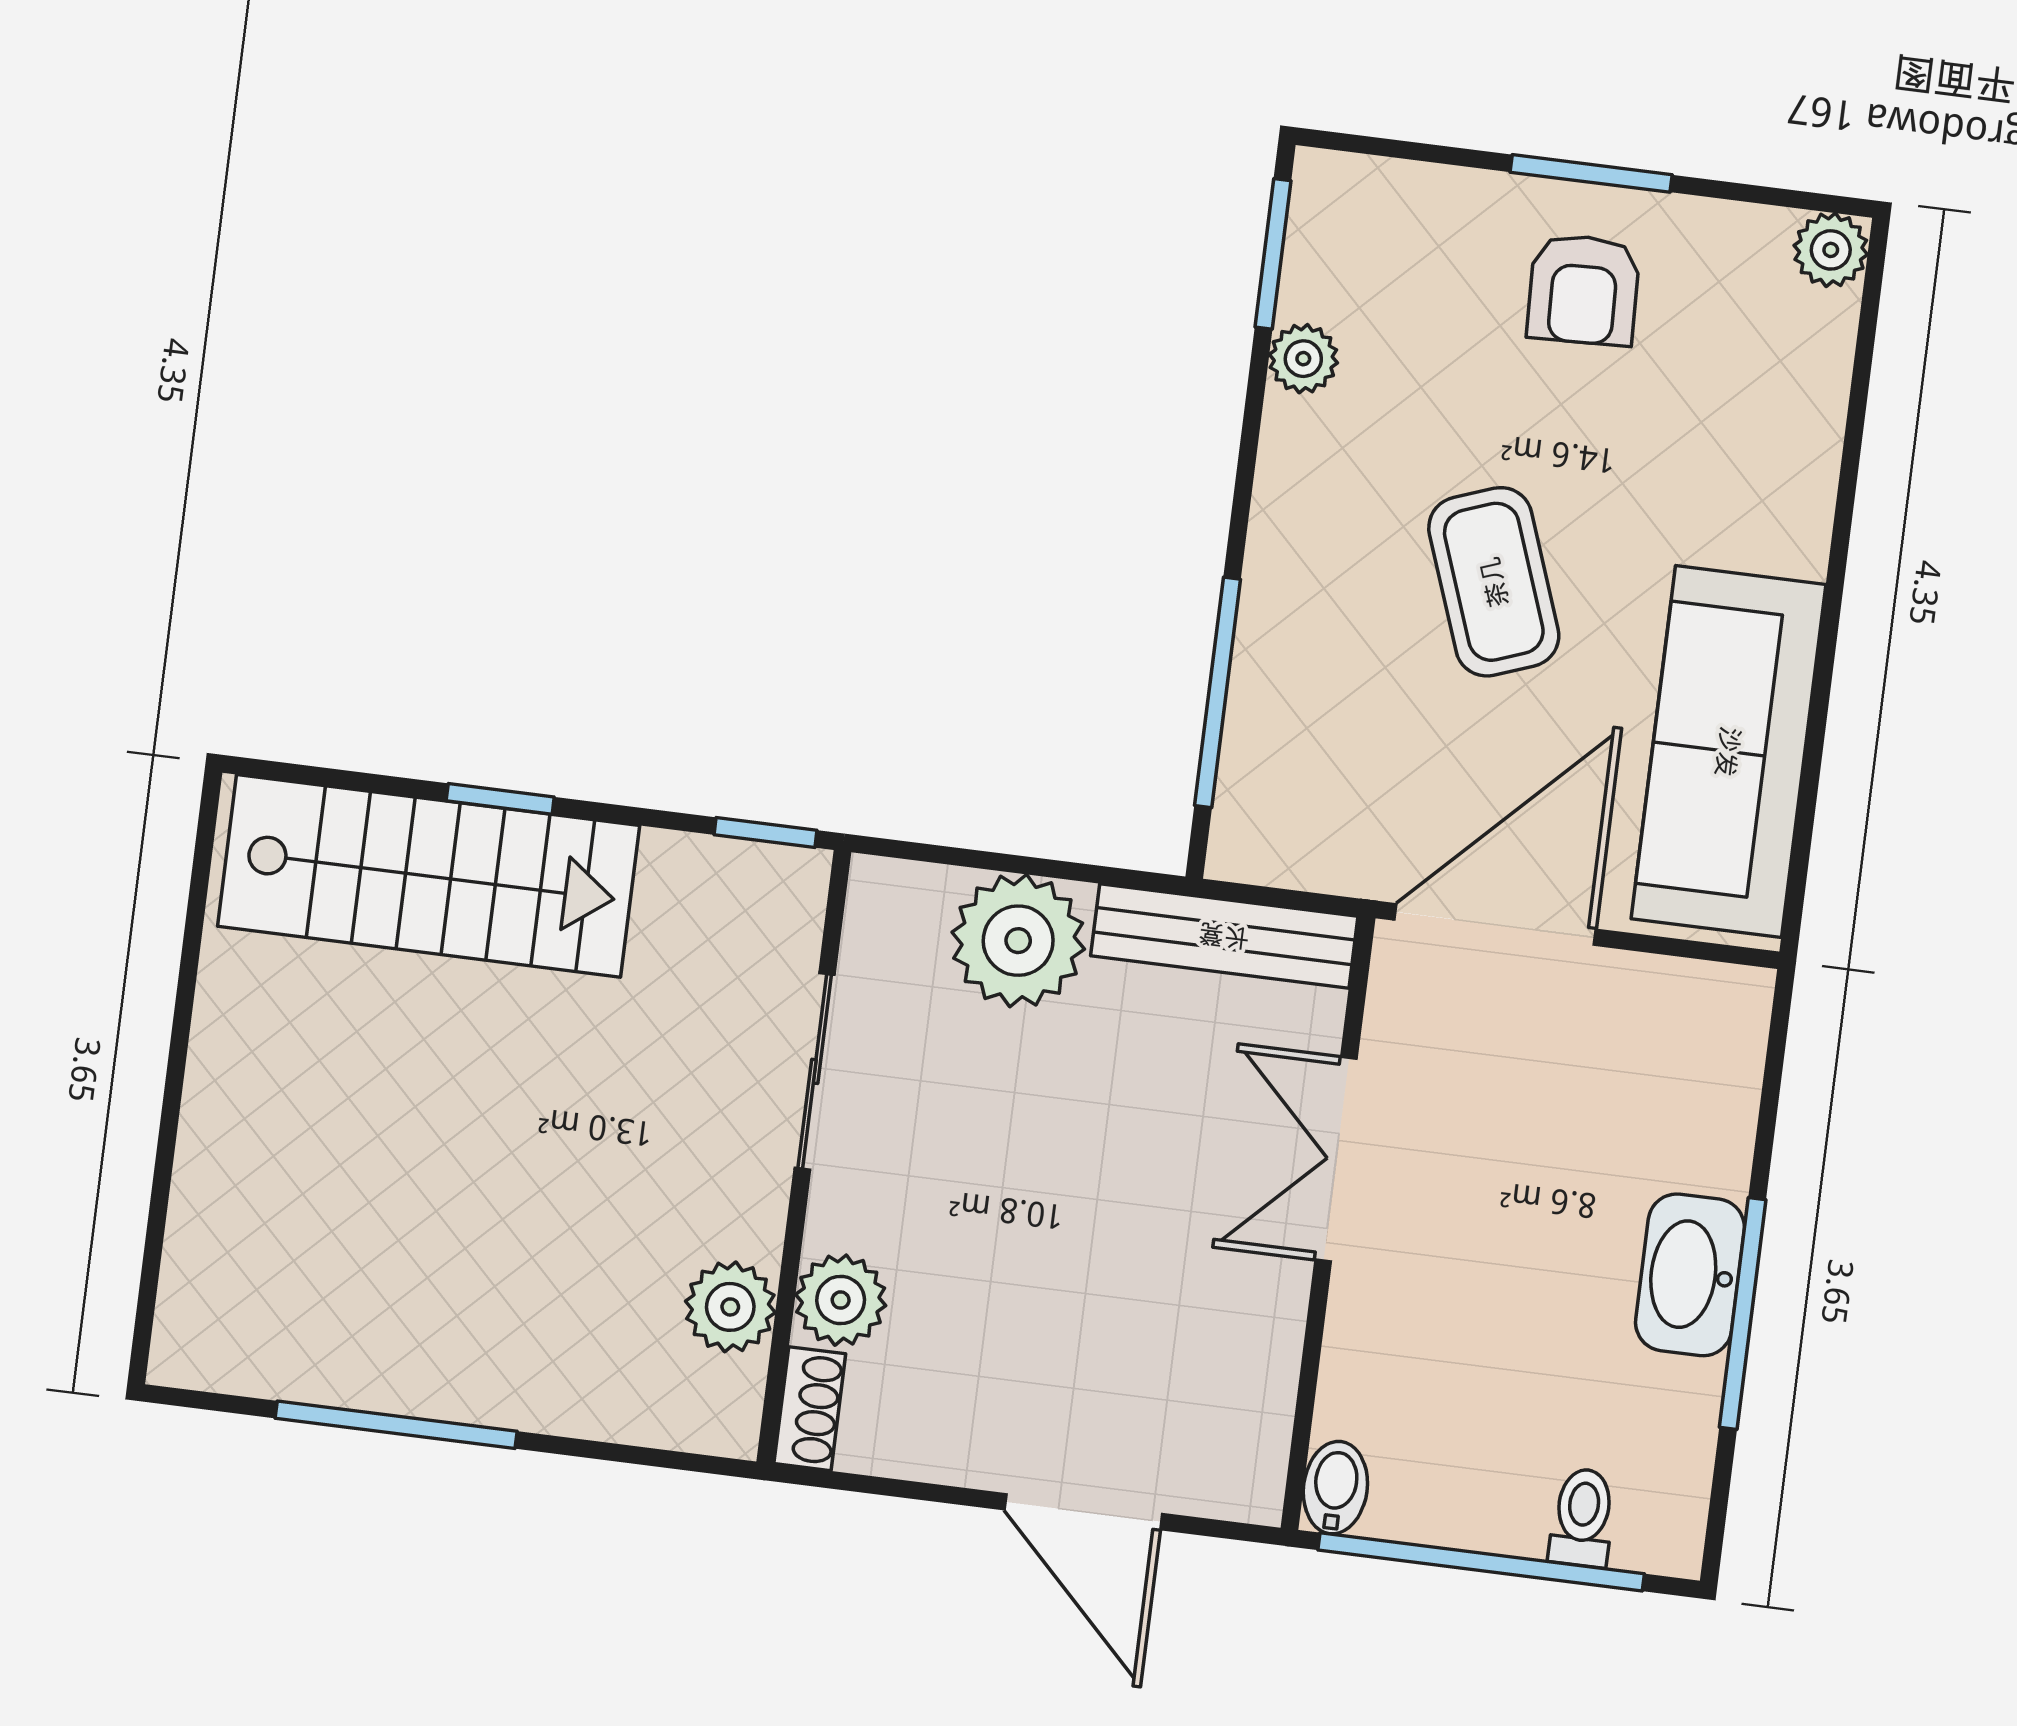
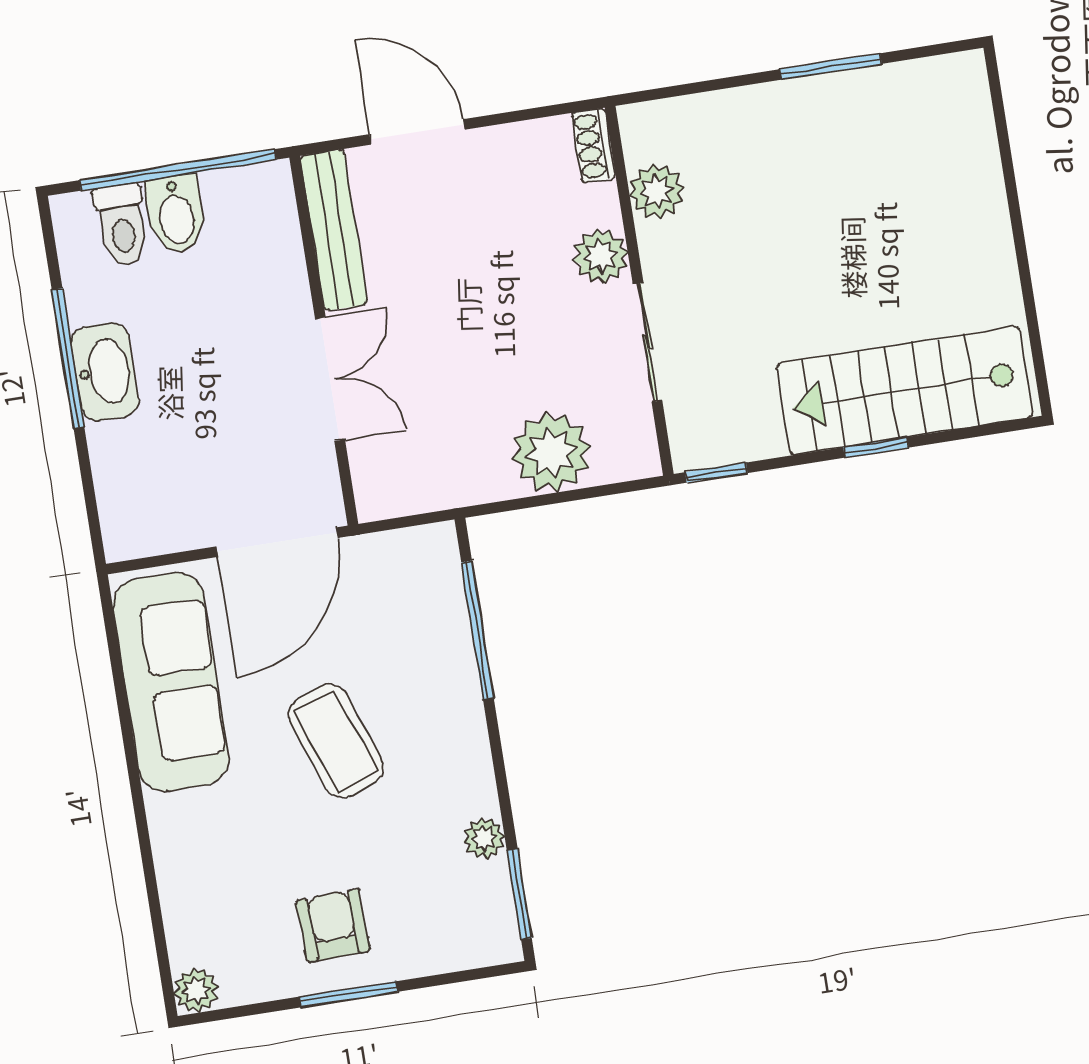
bench: (1224, 936) -> (334, 230), moved, turned 90
plant: (841, 1300) -> (601, 256), moved
window: (396, 1425) -> (831, 66), width x0.69
bidet: (1335, 1488) -> (176, 214), moved, width x1.38, depth x1.36
toilet: (1582, 1517) -> (122, 225), width x1.37, depth x1.39

